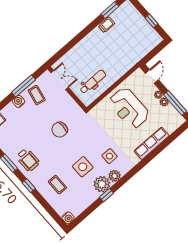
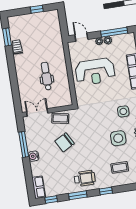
dental chair: (93, 82) -> (46, 76), moved
coffee table: (37, 95) -> (60, 118), moved
chair: (60, 130) -> (65, 142), moved, turned 61

